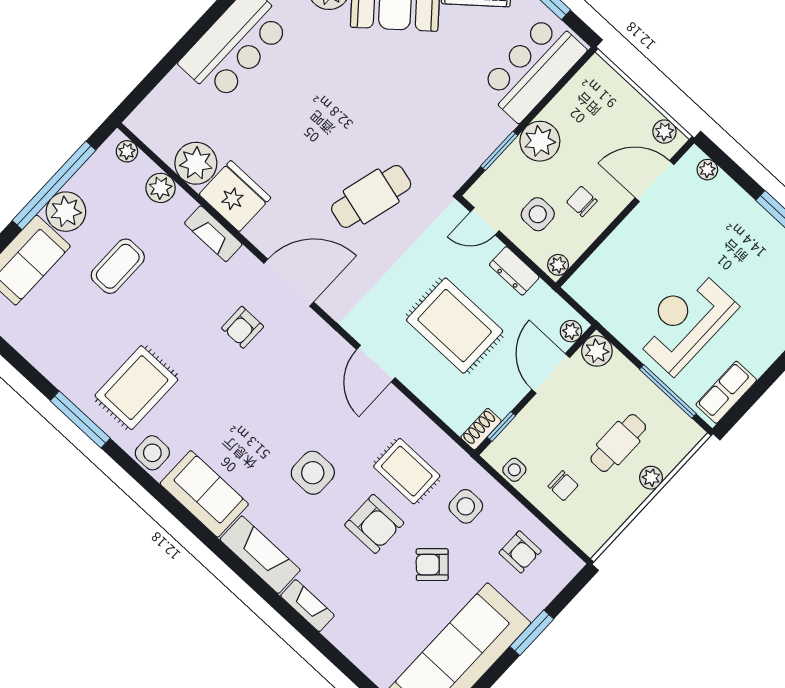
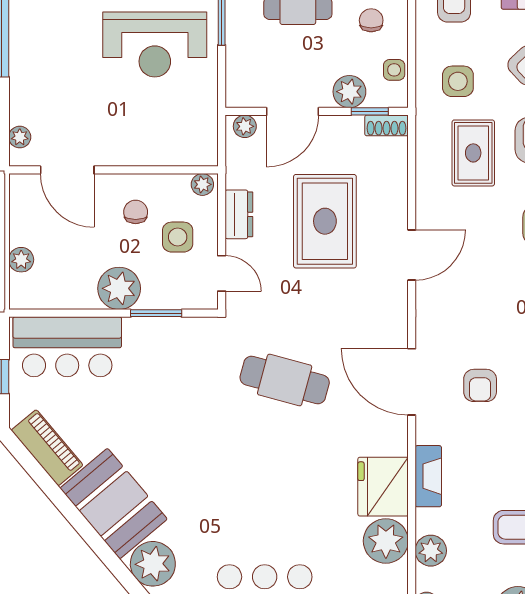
plant: (664, 132) -> (21, 260), moved
chair: (582, 201) -> (136, 212), turned 180
armchair: (243, 327) -> (480, 385), turned 90
plant: (597, 351) -> (349, 92), moved

